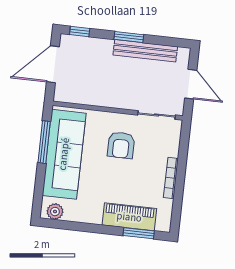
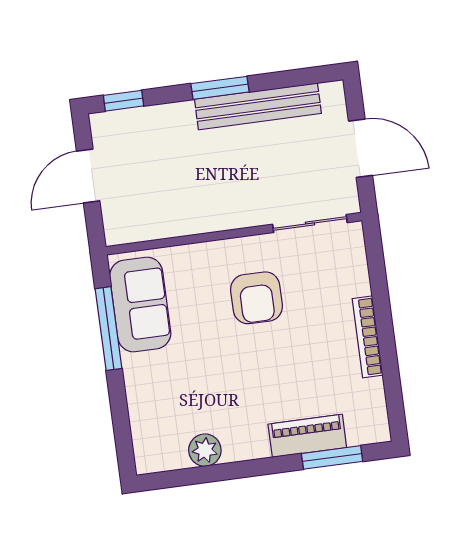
door: (53, 64) -> (88, 176), width x0.73
sofa: (64, 154) -> (140, 304), width x0.54, depth x0.79
plant: (55, 212) -> (205, 450), moved
piano: (129, 217) -> (307, 436), width x0.73, depth x0.75

